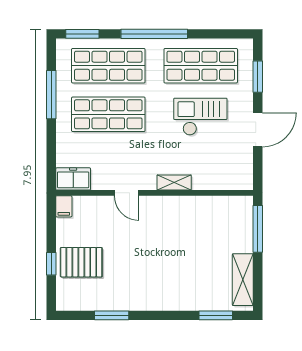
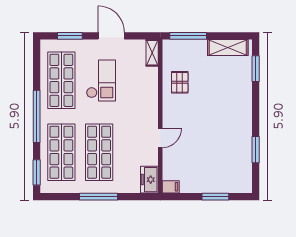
window: (51, 95) -> (98, 197), moved
checkout: (200, 117) -> (101, 81), turned 180
shelving: (174, 182) -> (152, 53), moved
pallet: (81, 262) -> (180, 82), moved, width x0.67, depth x0.71
window: (51, 264) -> (215, 197), width x1.50

